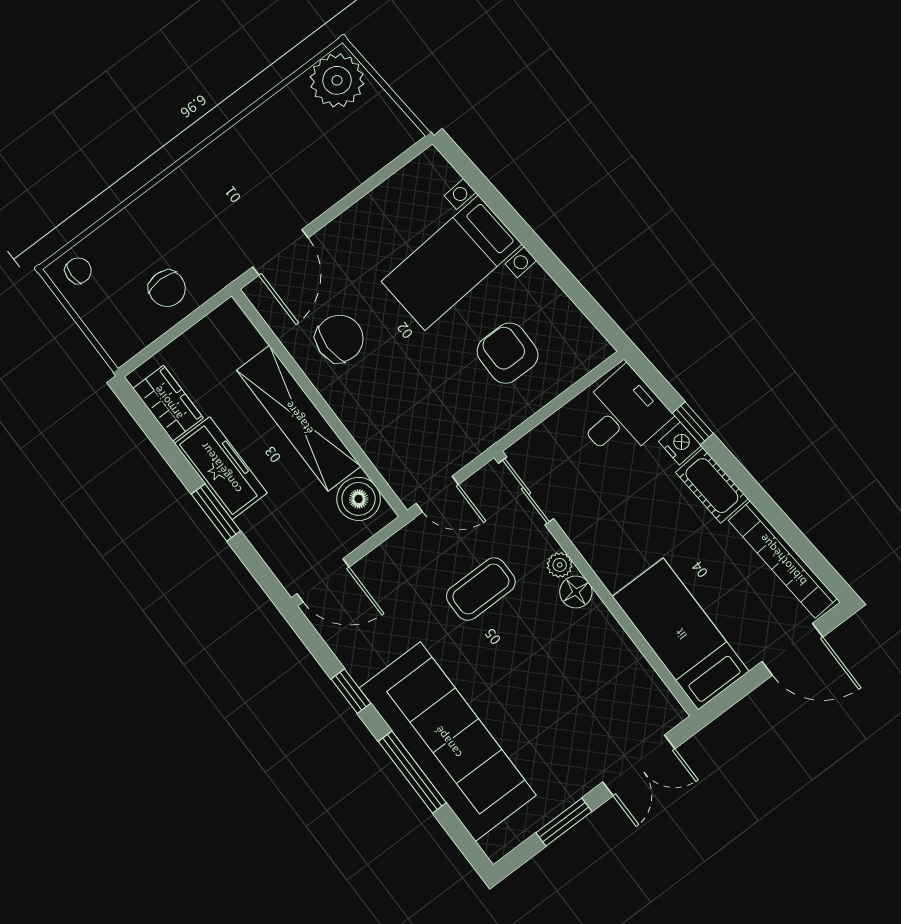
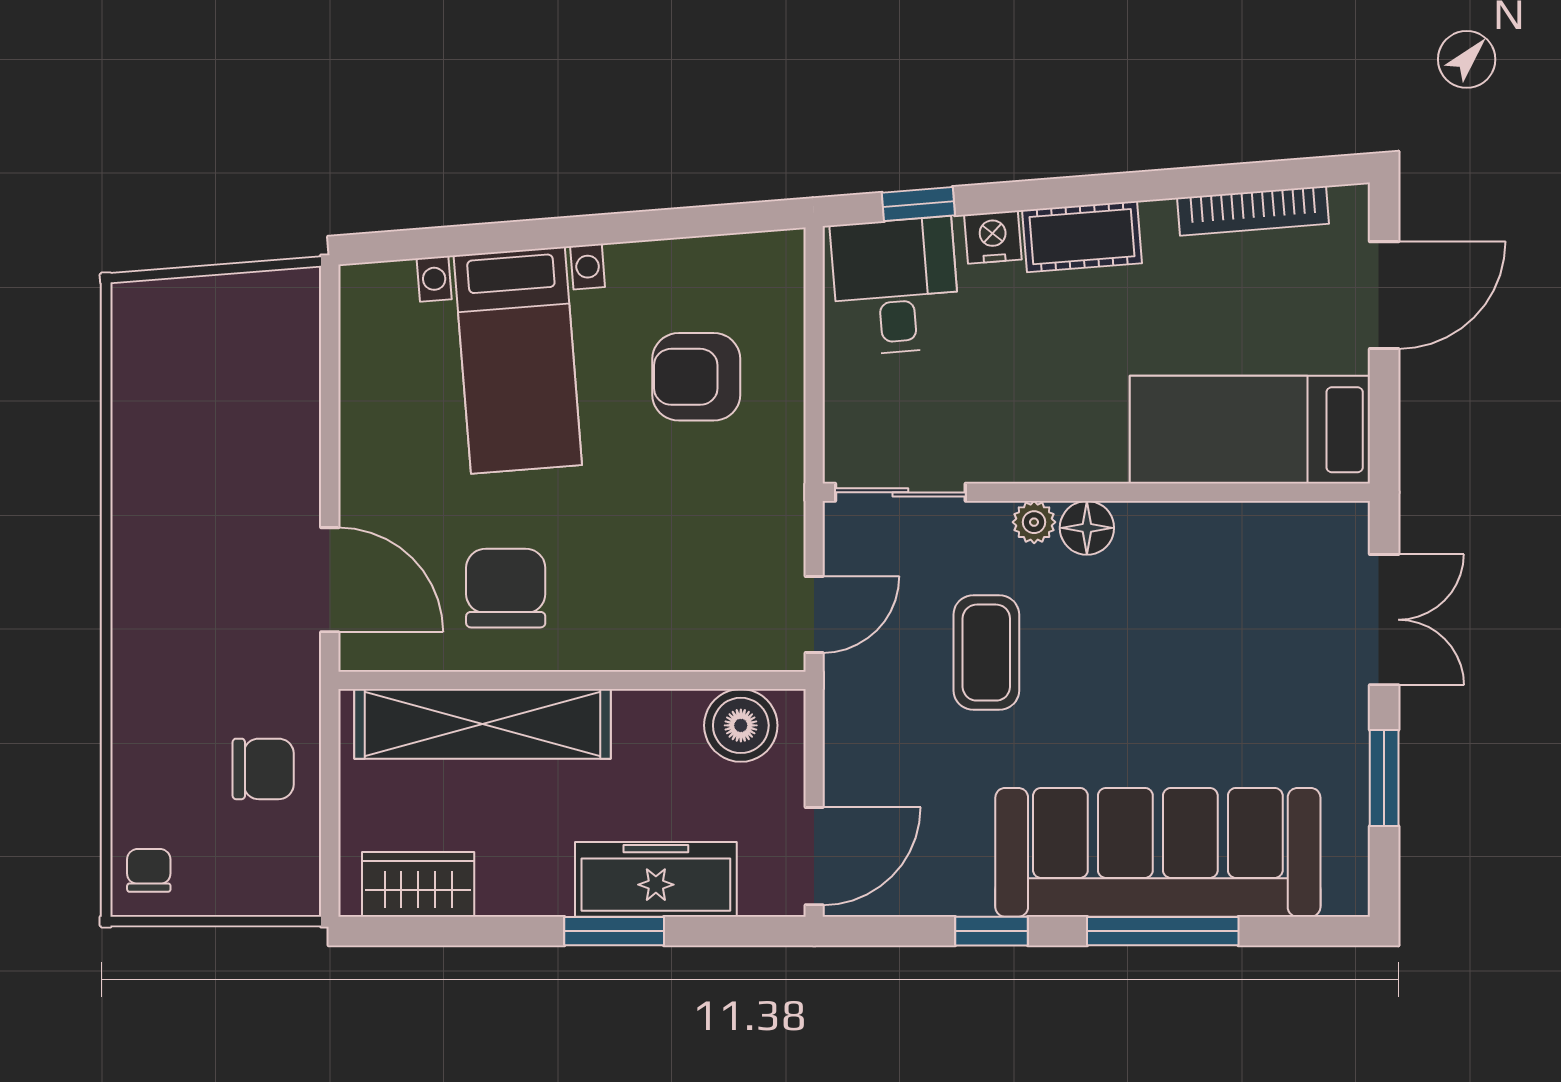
plant: (337, 80) -> (156, 329), removed
shelving: (299, 418) -> (483, 724), moved
window: (693, 423) -> (918, 204), moved
freezer: (221, 468) -> (656, 879), moved
bookcase: (783, 560) -> (1253, 211), width x0.68, depth x0.76

